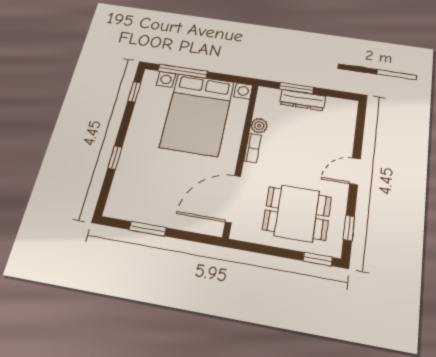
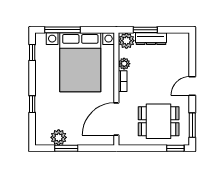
plant: (268, 97) -> (126, 41), added
plant: (140, 211) -> (59, 137), added
window: (349, 228) -> (192, 125), width x1.50

